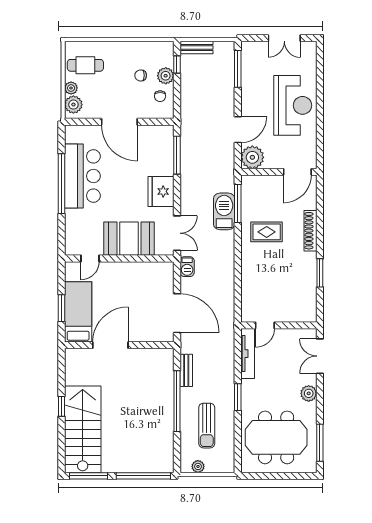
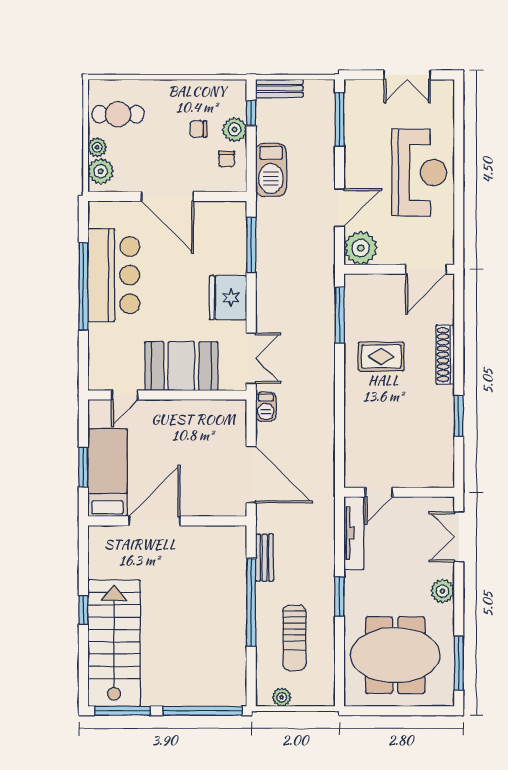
barbecue: (224, 211) -> (271, 170), moved, turned 180

